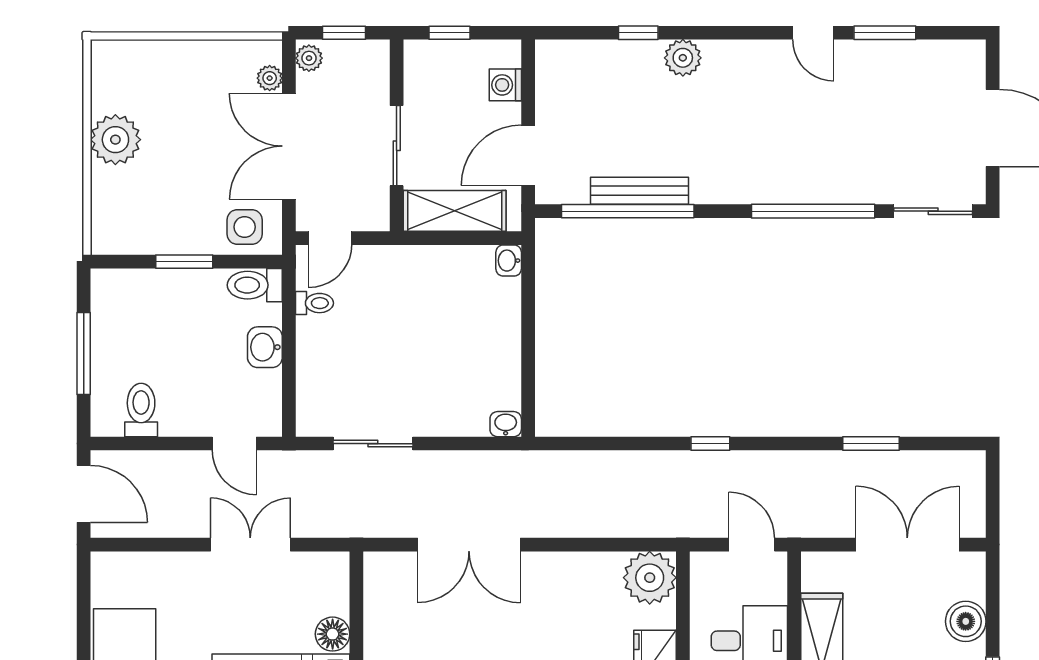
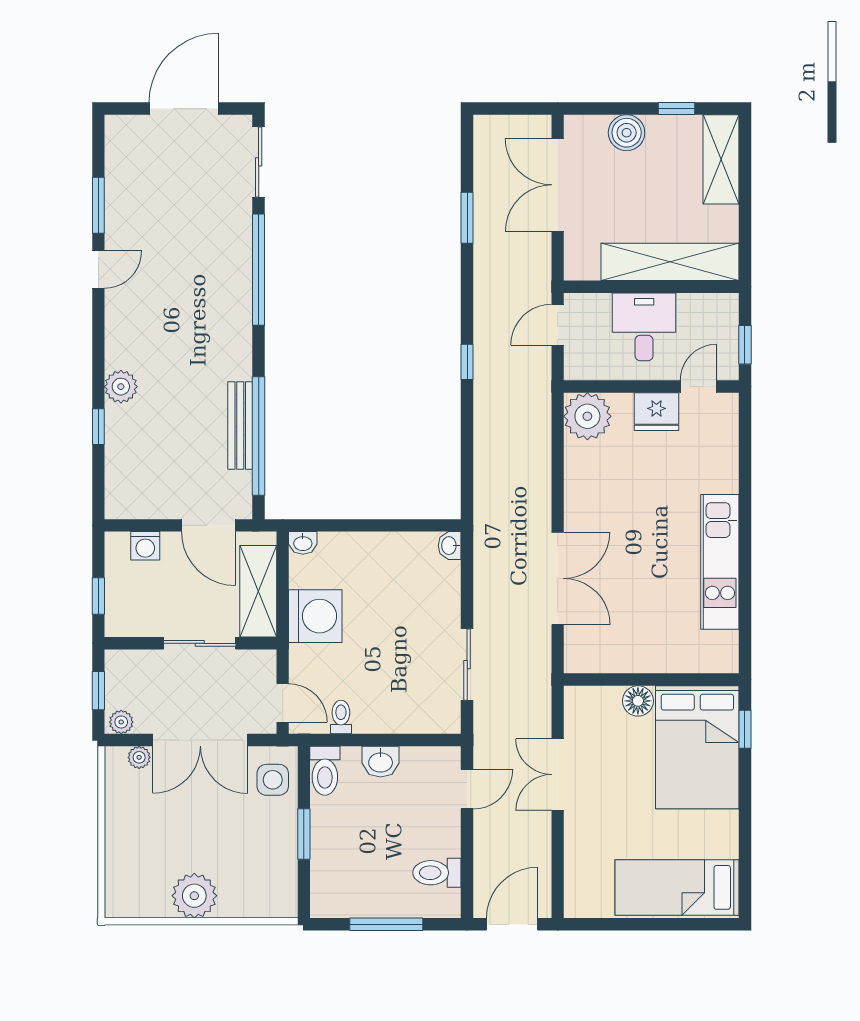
washing machine: (427, 274) -> (315, 616), added

